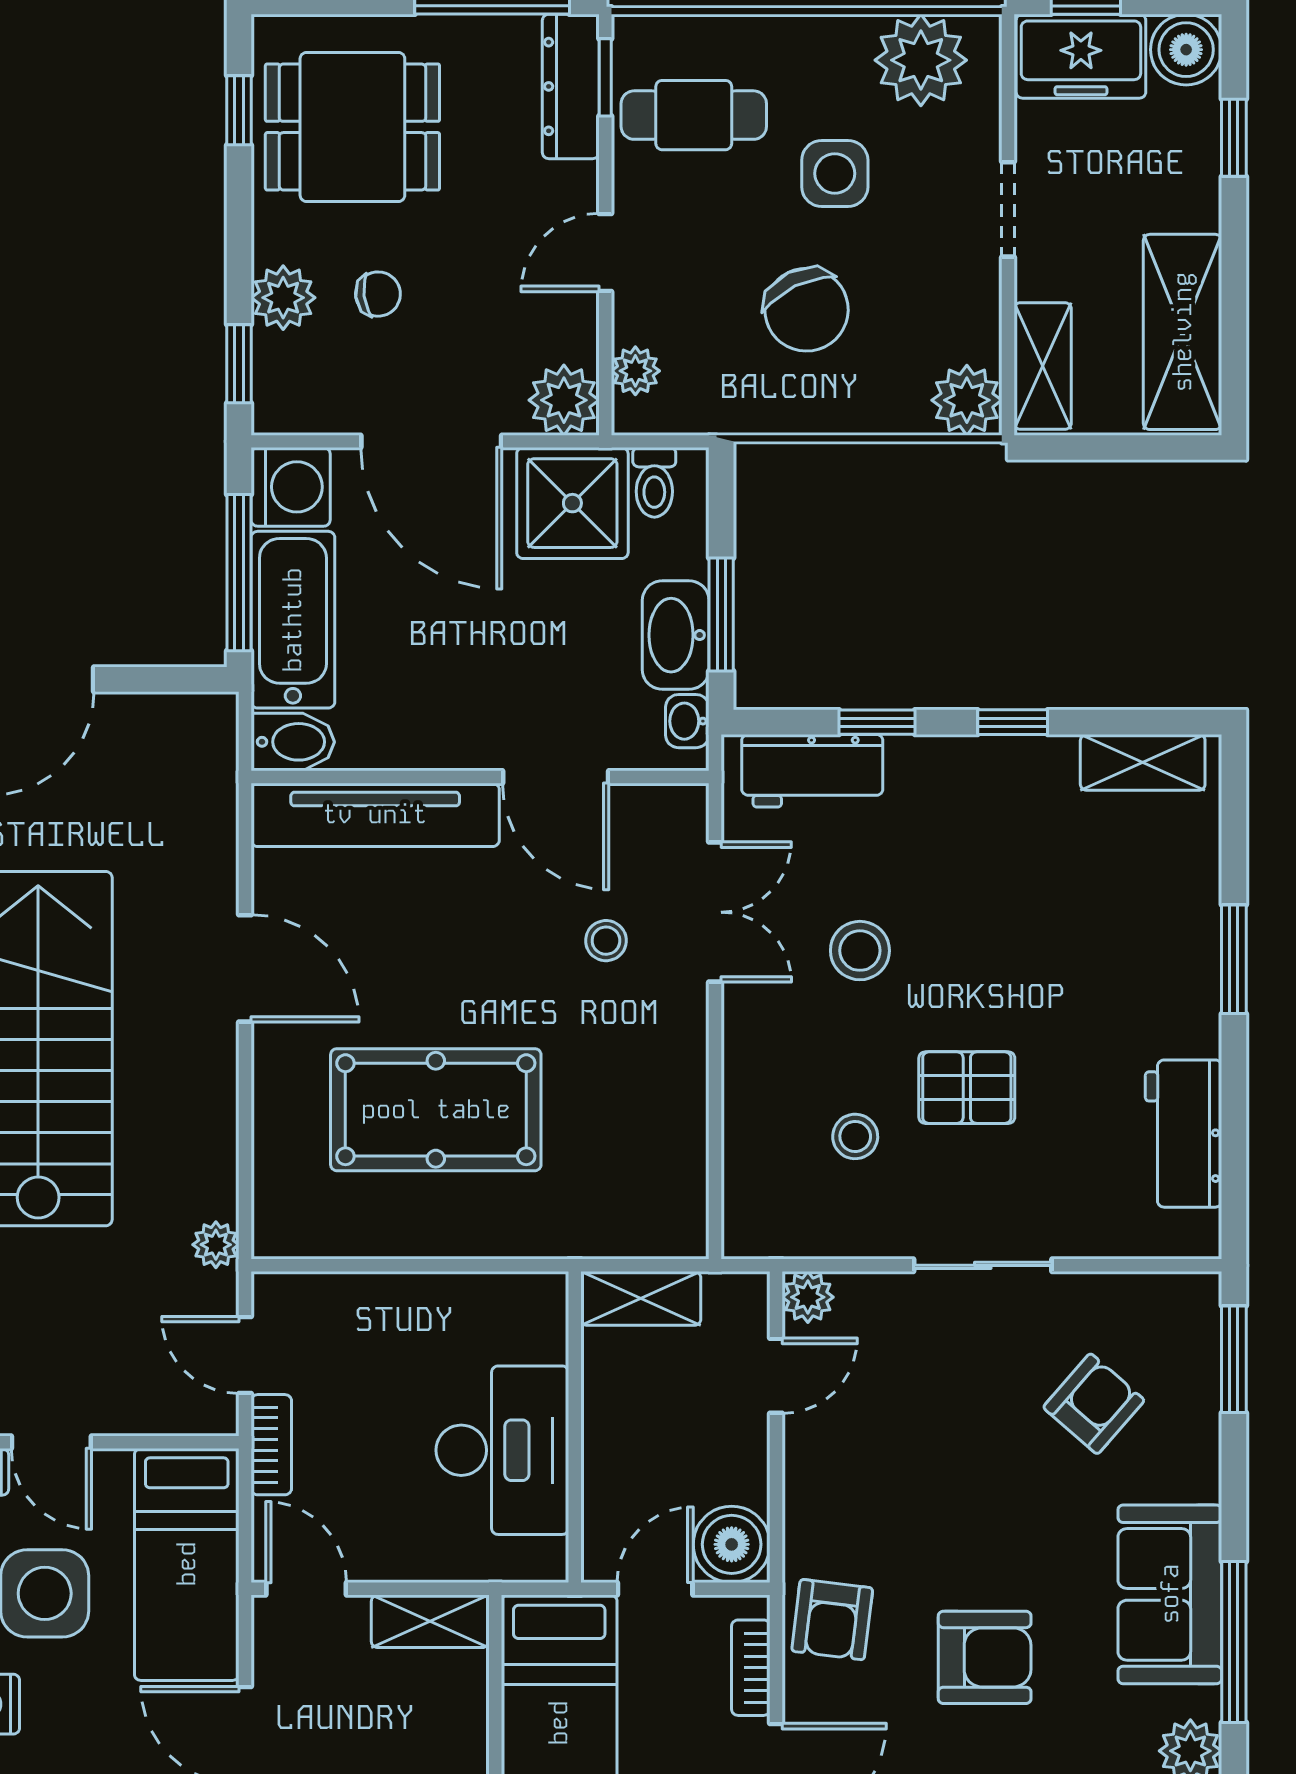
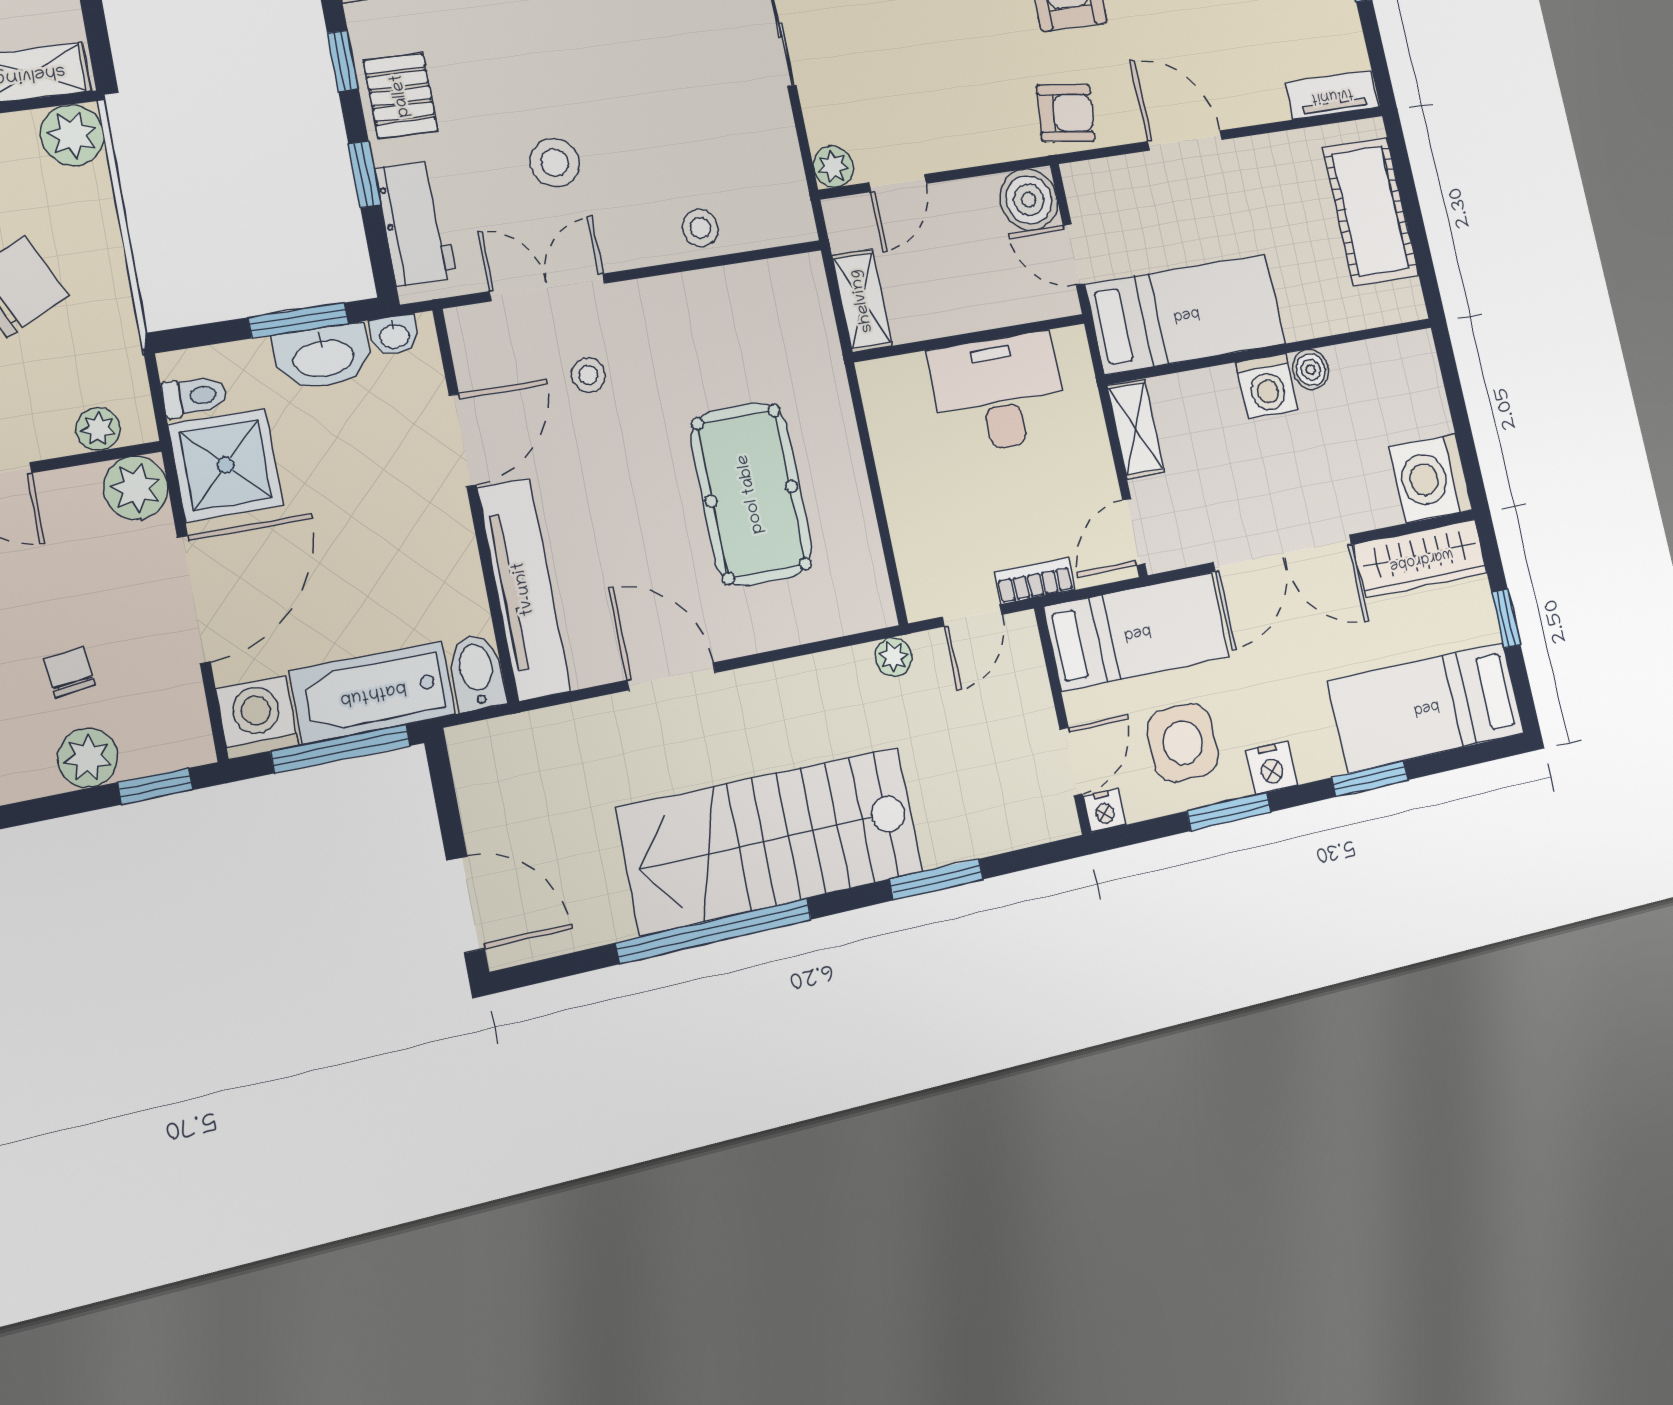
door: (245, 968) -> (671, 676), hinge flipped
pallet: (967, 1088) -> (401, 96), moved
stool: (855, 1136) -> (700, 228), moved
door: (776, 1376) -> (898, 183), swing flipped
bookcase: (751, 1668) -> (1114, 171), removed

